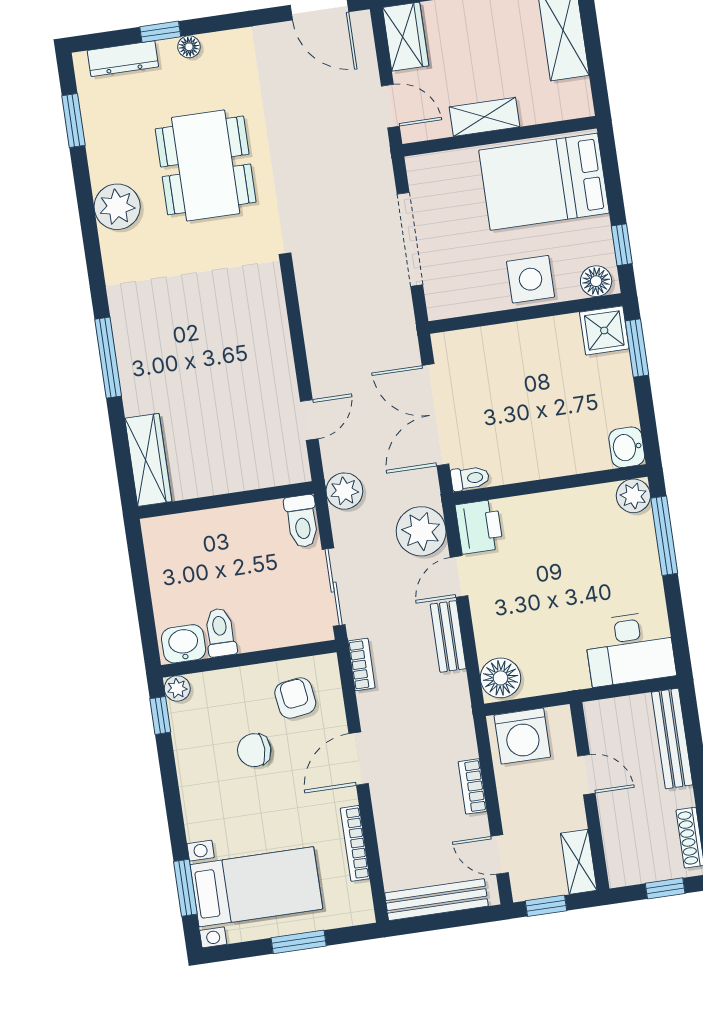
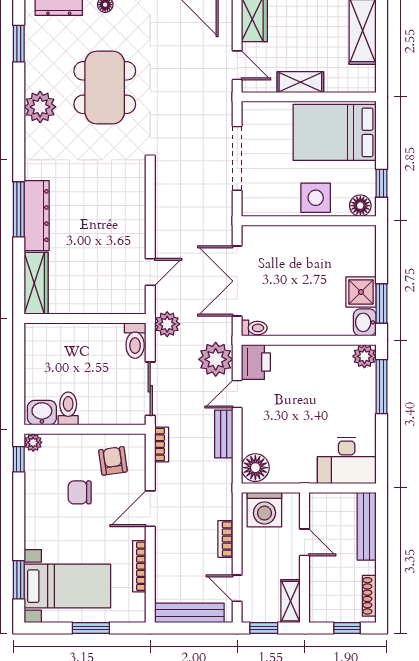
shower: (604, 330) -> (361, 292), moved
window: (637, 348) -> (382, 304), moved
dresser: (135, 363) -> (37, 216), added

